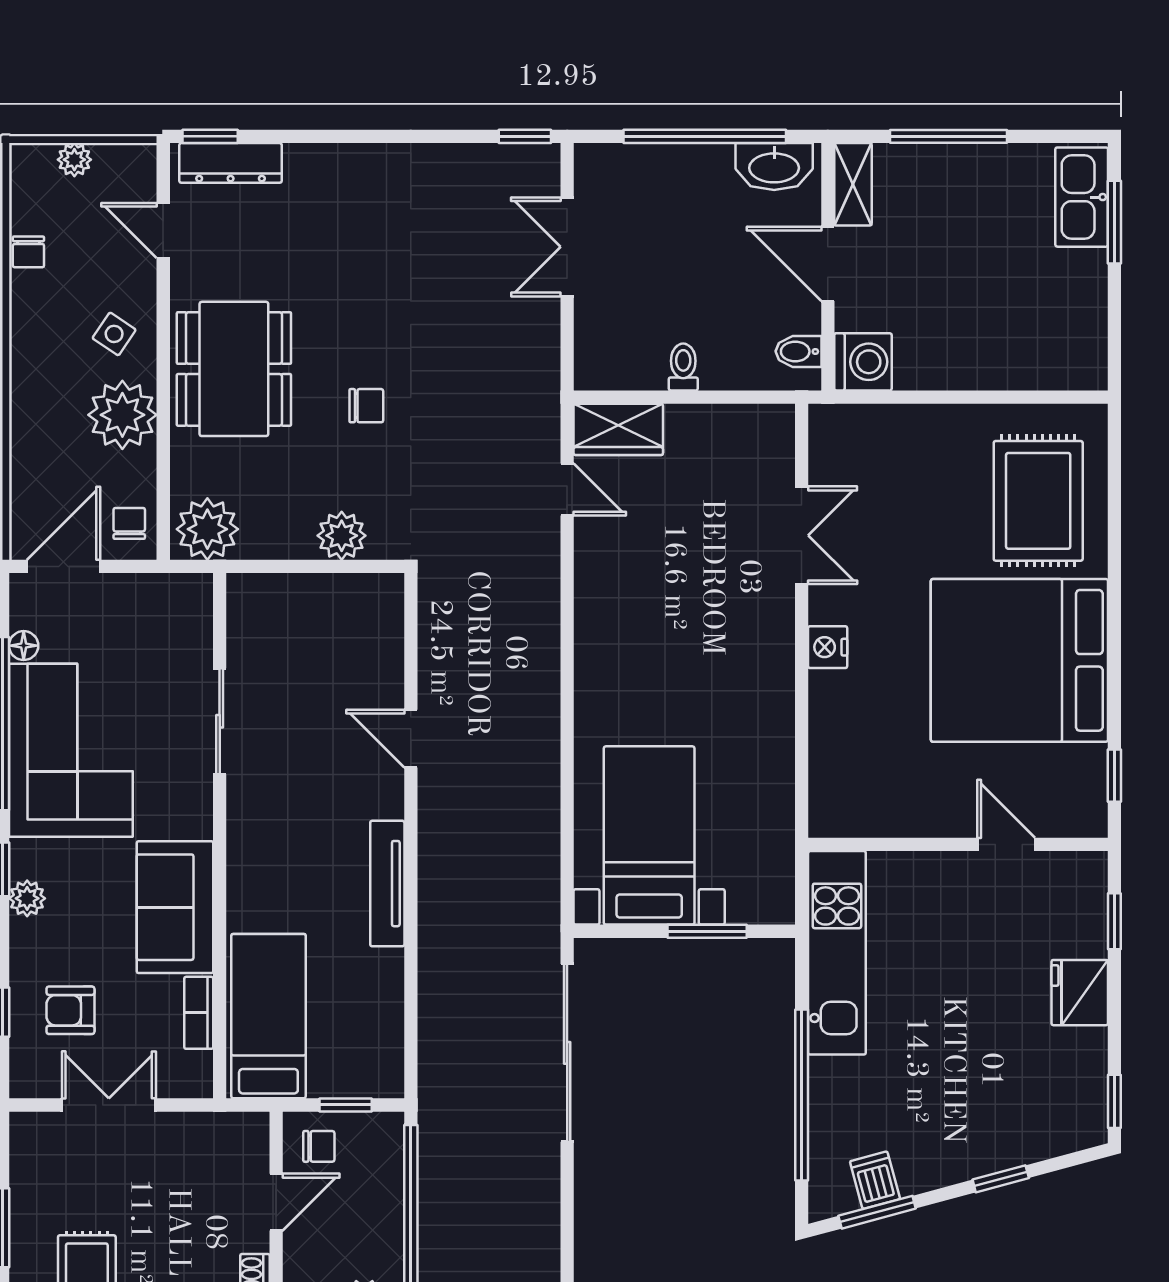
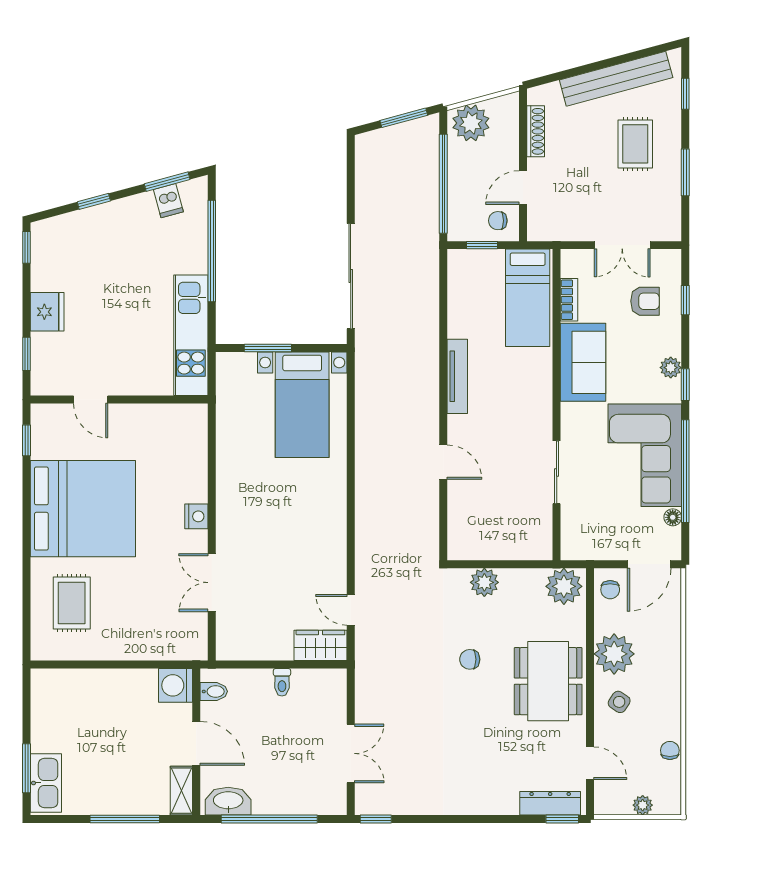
rug: (1038, 501) -> (72, 603), width x0.73, depth x0.70

